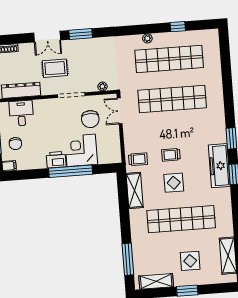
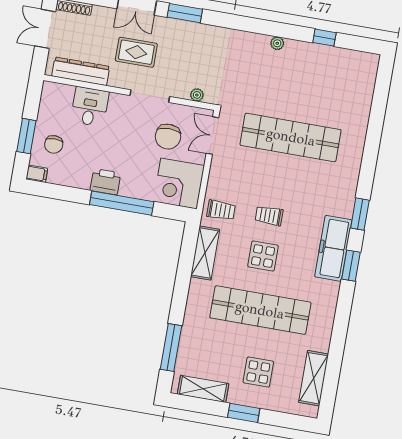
shop shelf: (169, 59) -> (301, 80), removed
desk: (21, 113) -> (90, 107), moved
corner desk: (81, 150) -> (179, 183), moved, turned -90

